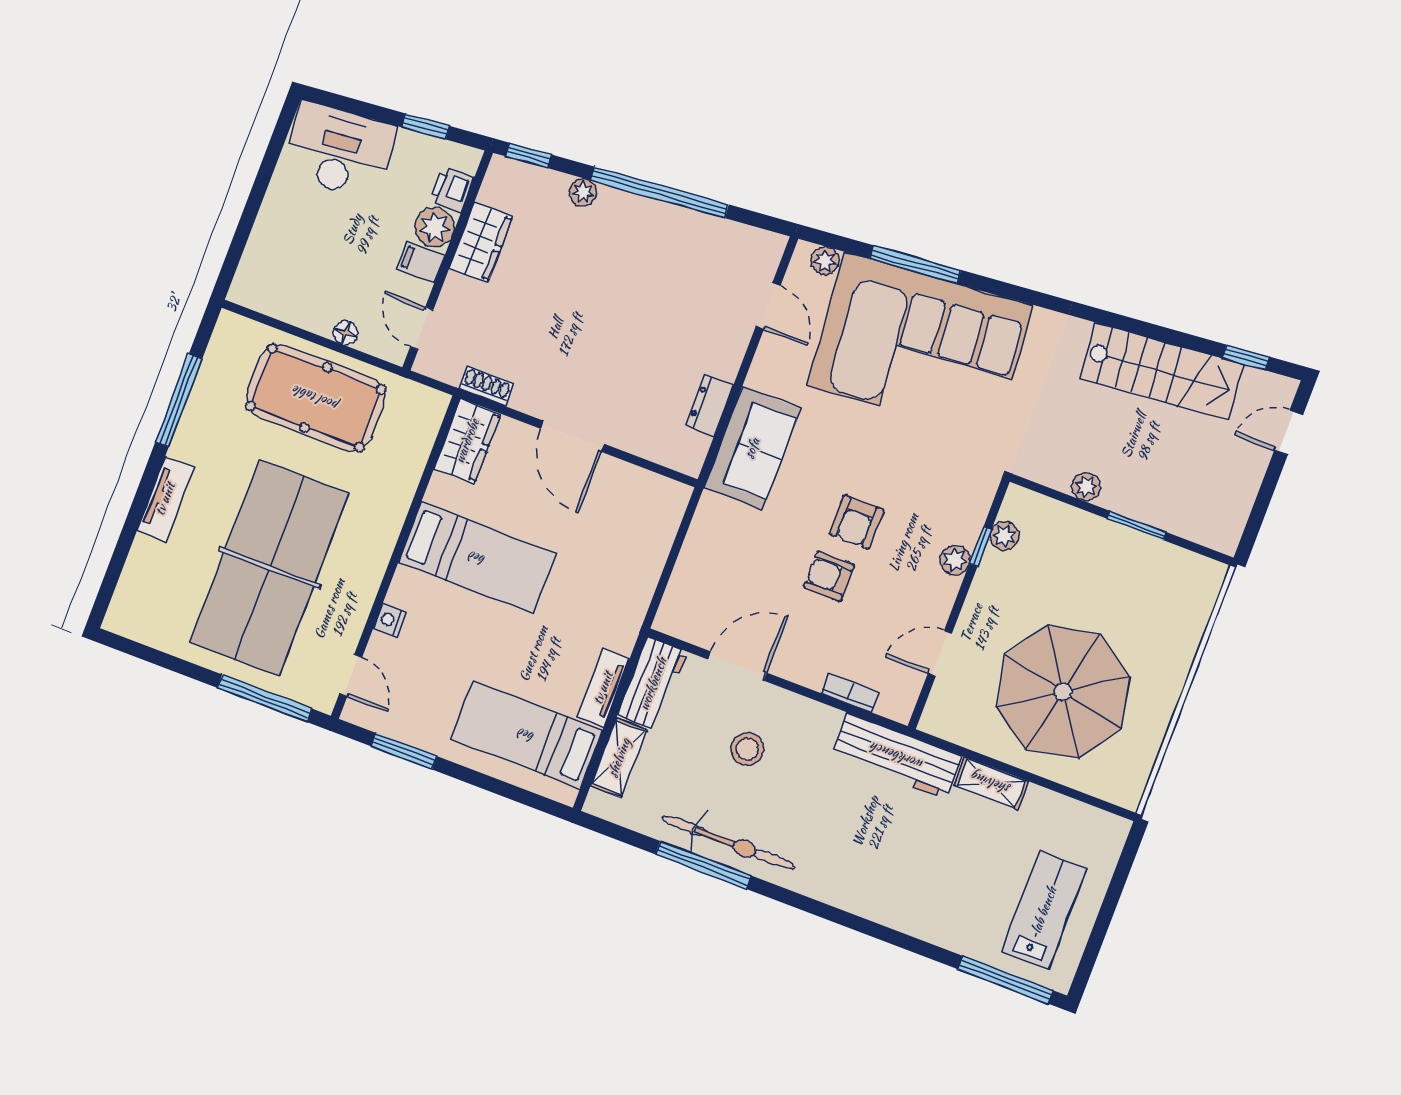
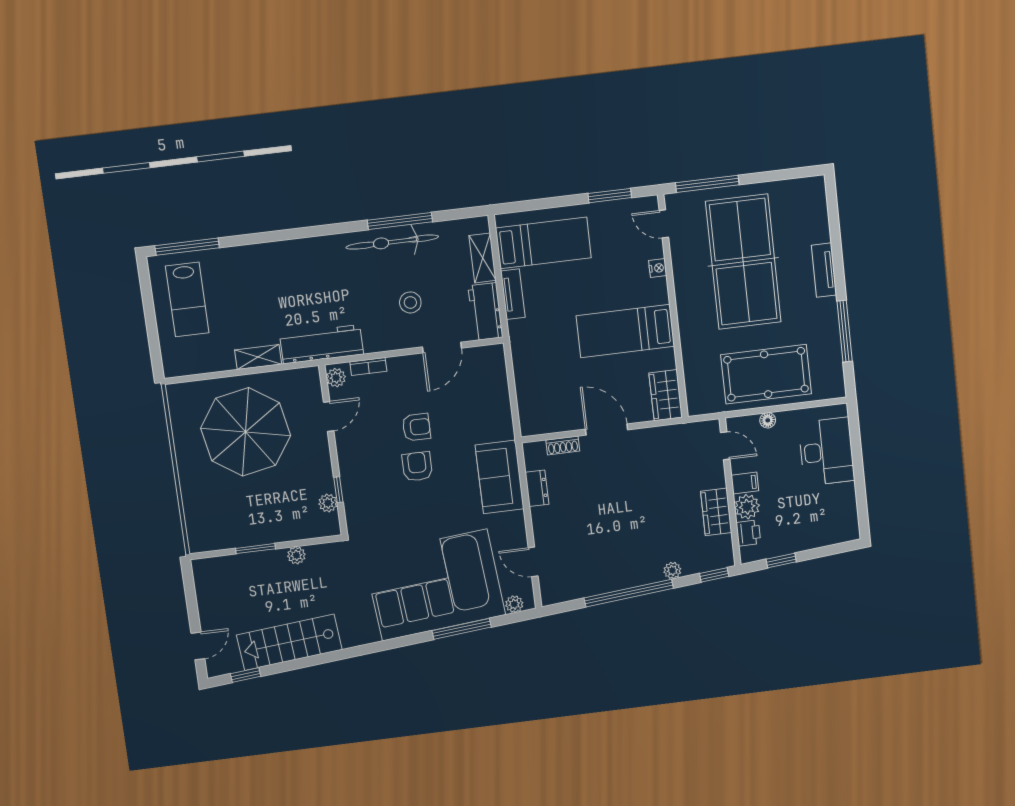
desk: (339, 150) -> (826, 452), moved, turned -85
shoe rack: (486, 386) -> (563, 445), moved
plant: (955, 560) -> (336, 378), moved

